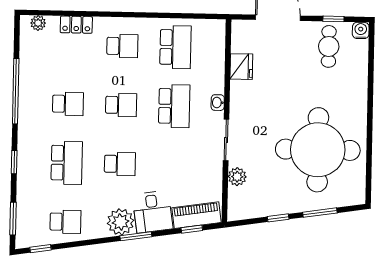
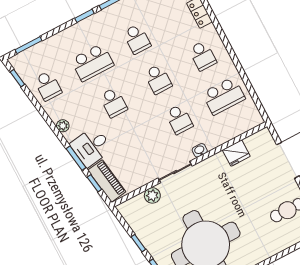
school desk: (174, 106) -> (179, 119), width x0.54
window: (14, 162) -> (84, 16), moved
plant: (121, 222) -> (63, 126), width x0.53, depth x0.53
window: (136, 236) -> (76, 158), moved

